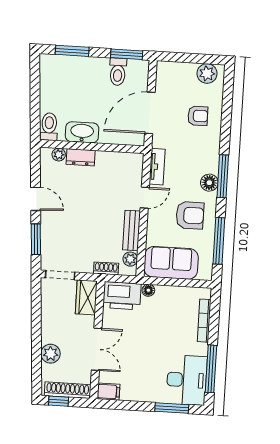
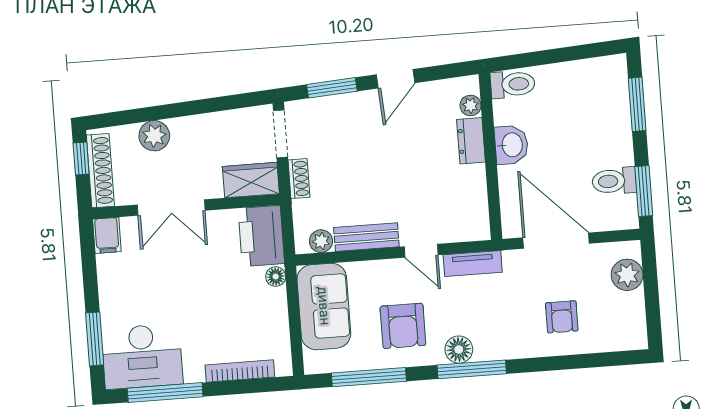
plant: (207, 73) -> (627, 275), moved
washbasin: (82, 132) -> (511, 145), width x0.72
shoe rack: (106, 268) -> (299, 179), moved

